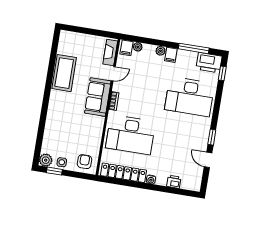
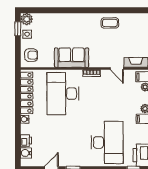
coffee table: (64, 73) -> (110, 23), width x0.54, depth x0.58
sofa: (98, 97) -> (72, 58), moved
desk: (190, 97) -> (107, 142), turned 180
water cooler: (187, 184) -> (26, 153), added

